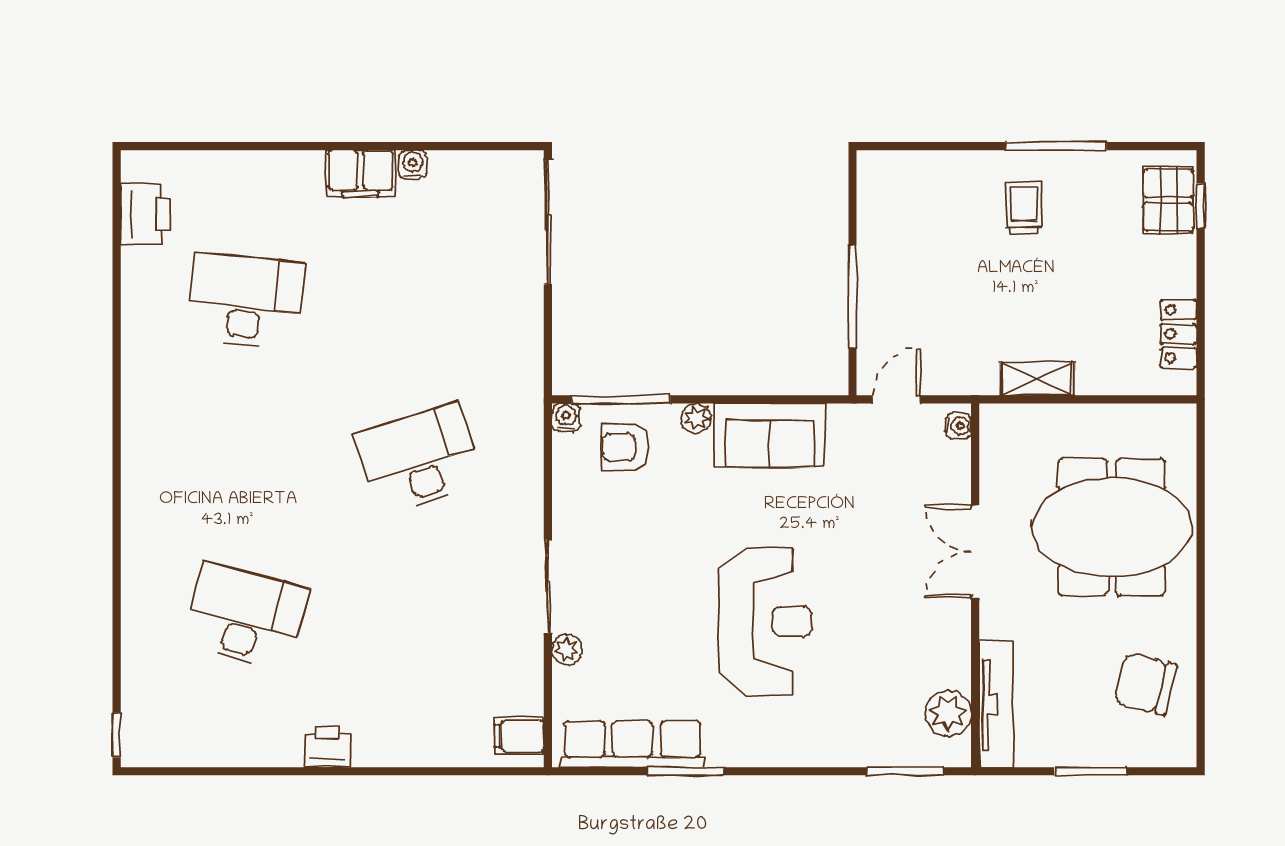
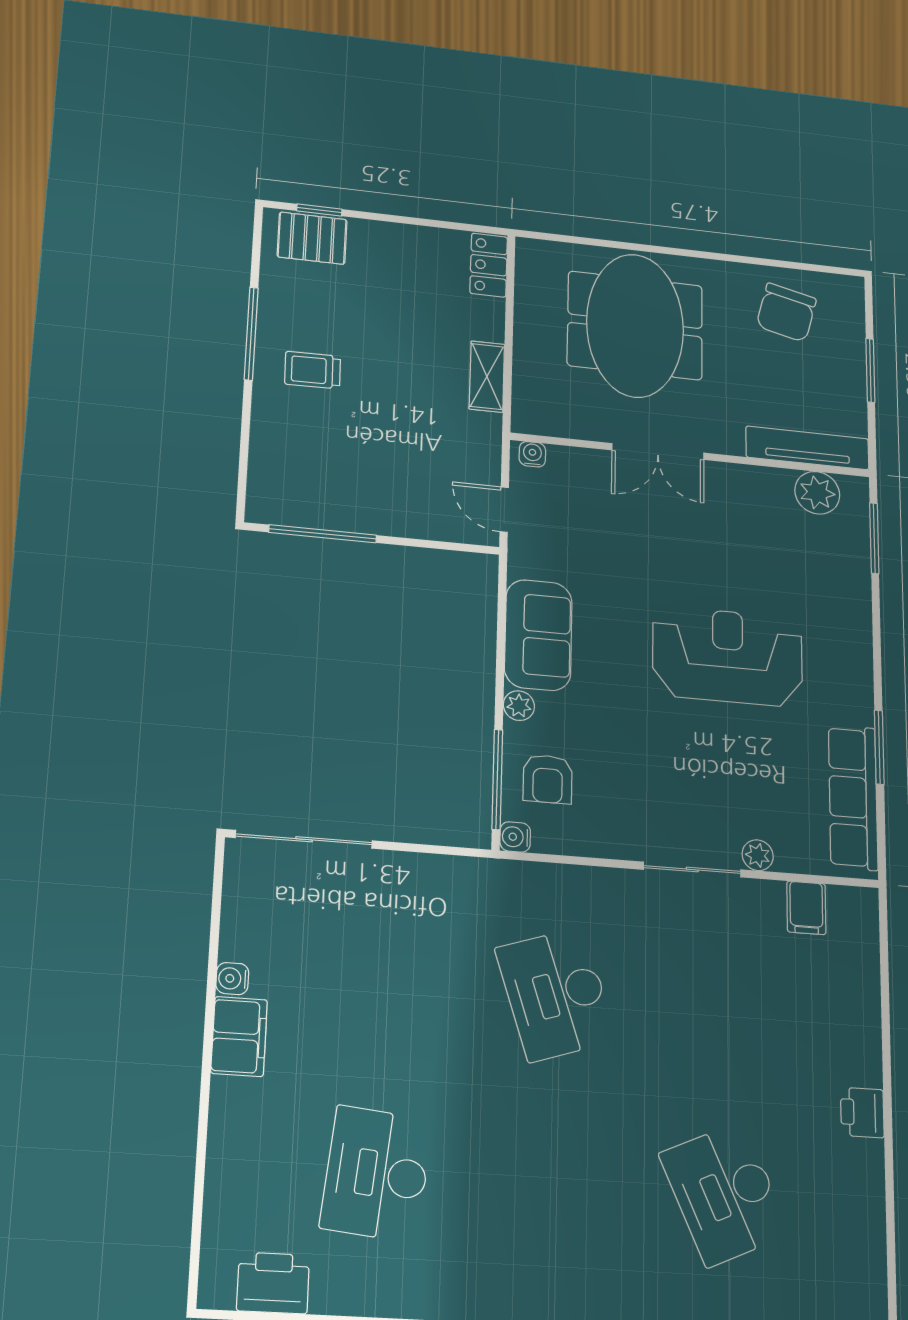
window: (852, 297) -> (323, 534), moved
locker: (1179, 334) -> (489, 265), moved, turned 90
desk: (245, 617) -> (725, 1194), turned -39
filing cabinet: (519, 736) -> (806, 908), moved

